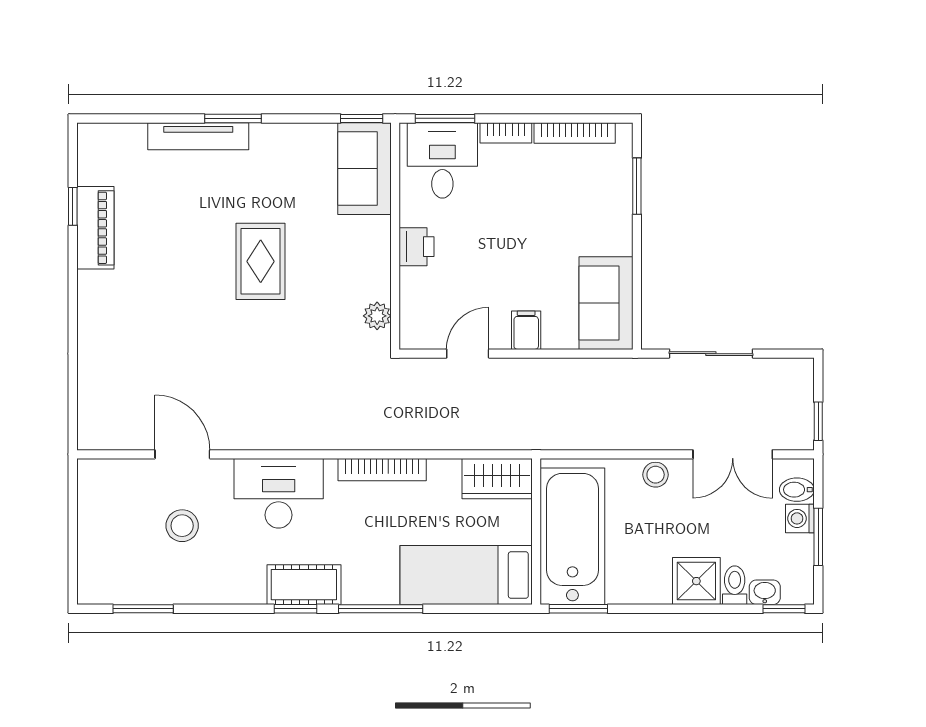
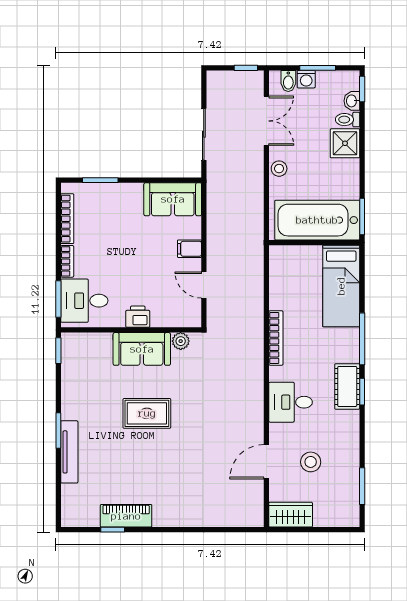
sofa: (364, 169) -> (142, 349), moved
wardrobe: (497, 479) -> (291, 515), moved, turned -90
desk: (279, 493) -> (291, 402), width x0.73

